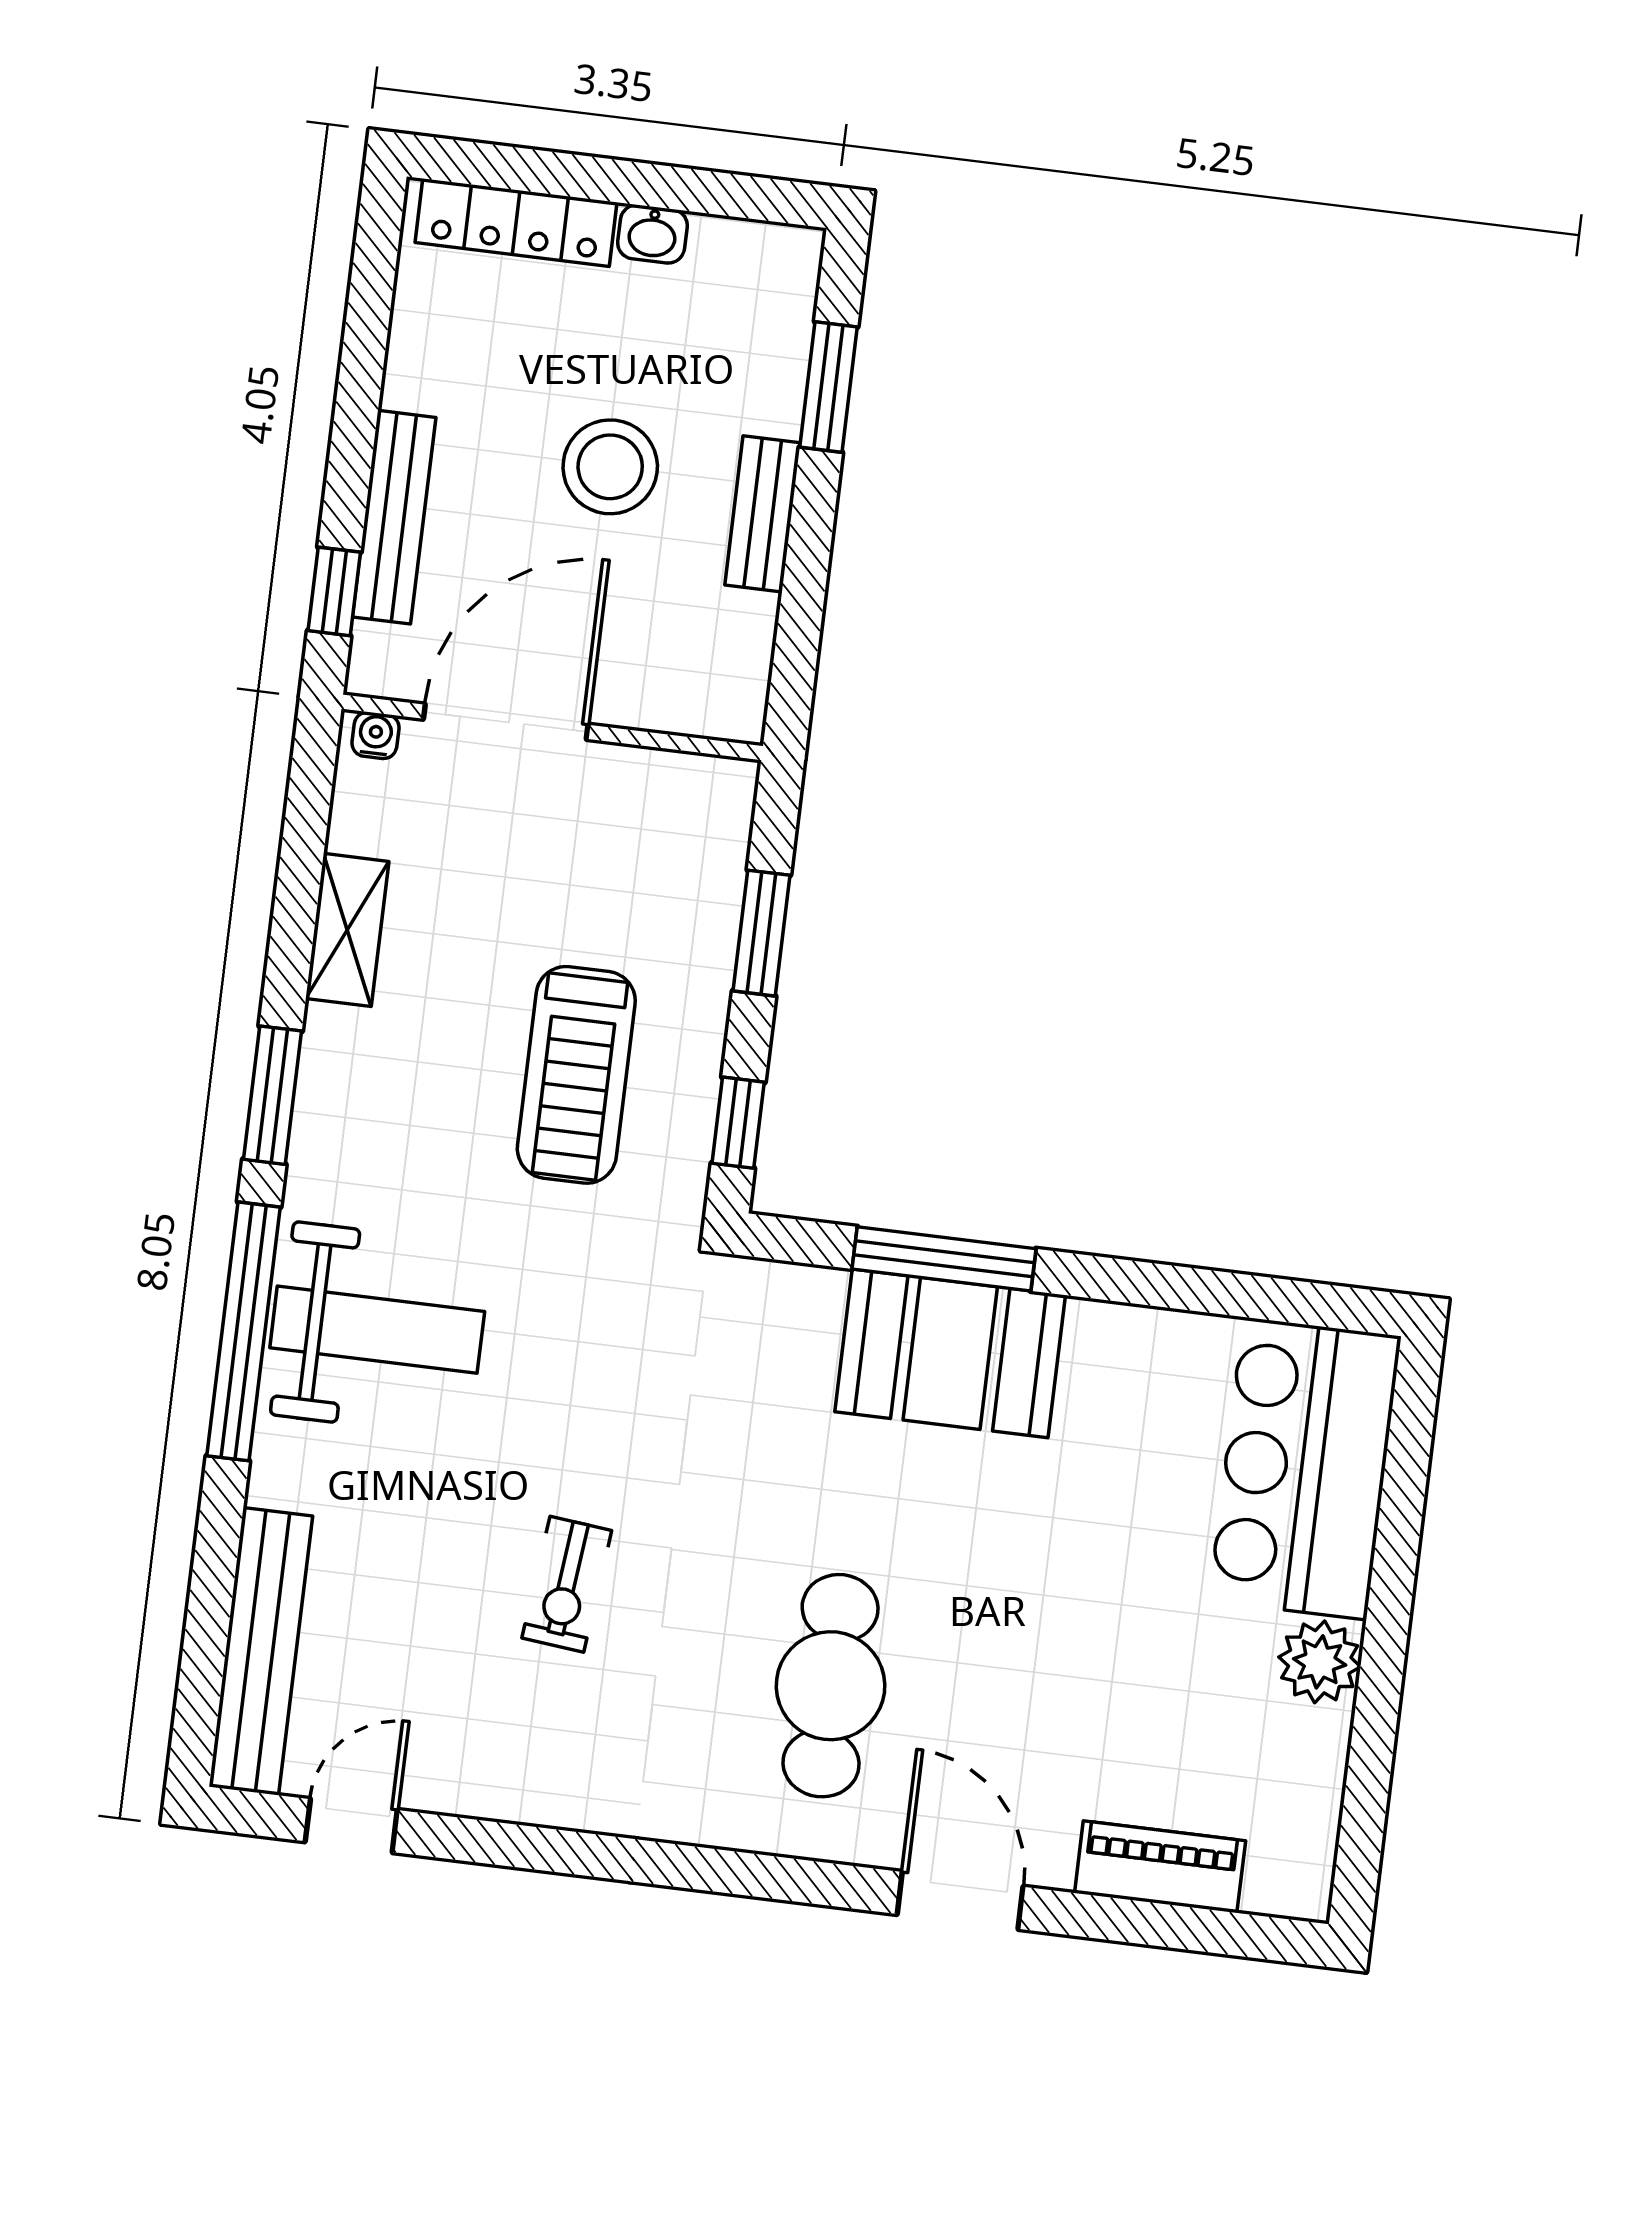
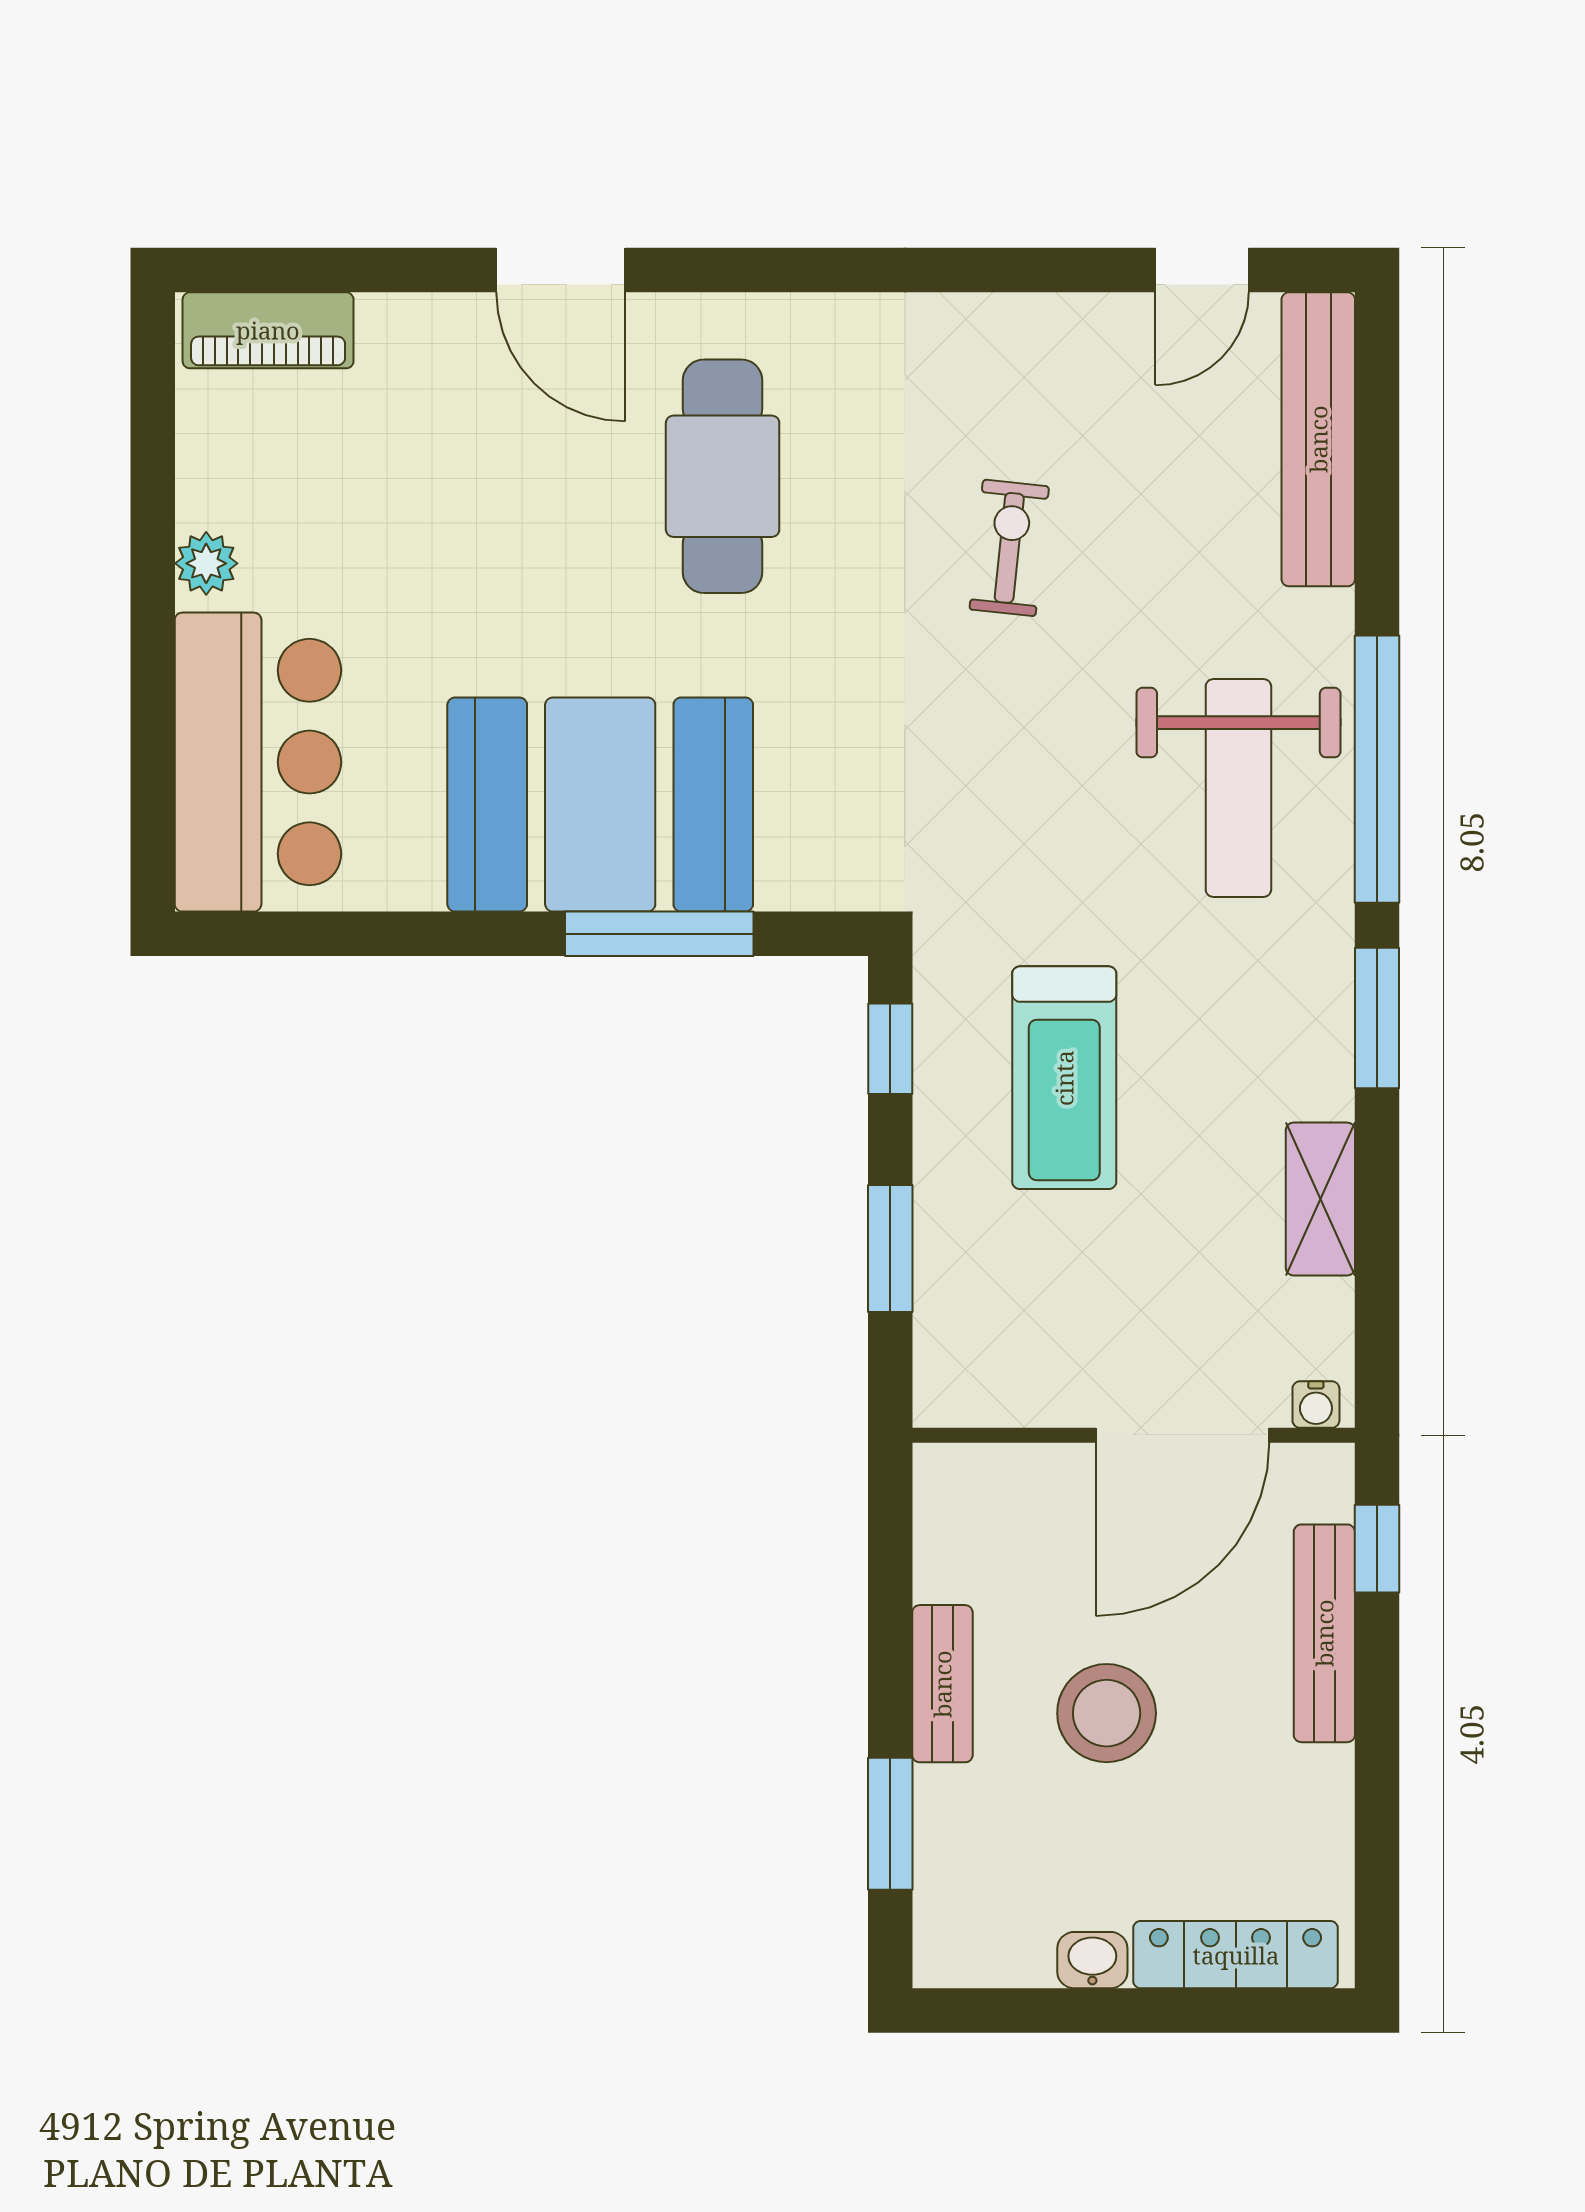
treadmill: (576, 1075) -> (1064, 1078), turned 180
weight bench: (377, 1330) -> (1238, 788), turned -90
booth: (950, 1353) -> (600, 805), width x1.36, depth x1.42
plant: (1320, 1662) -> (206, 563), width x0.73, depth x0.73
piano: (1160, 1867) -> (268, 330), moved

